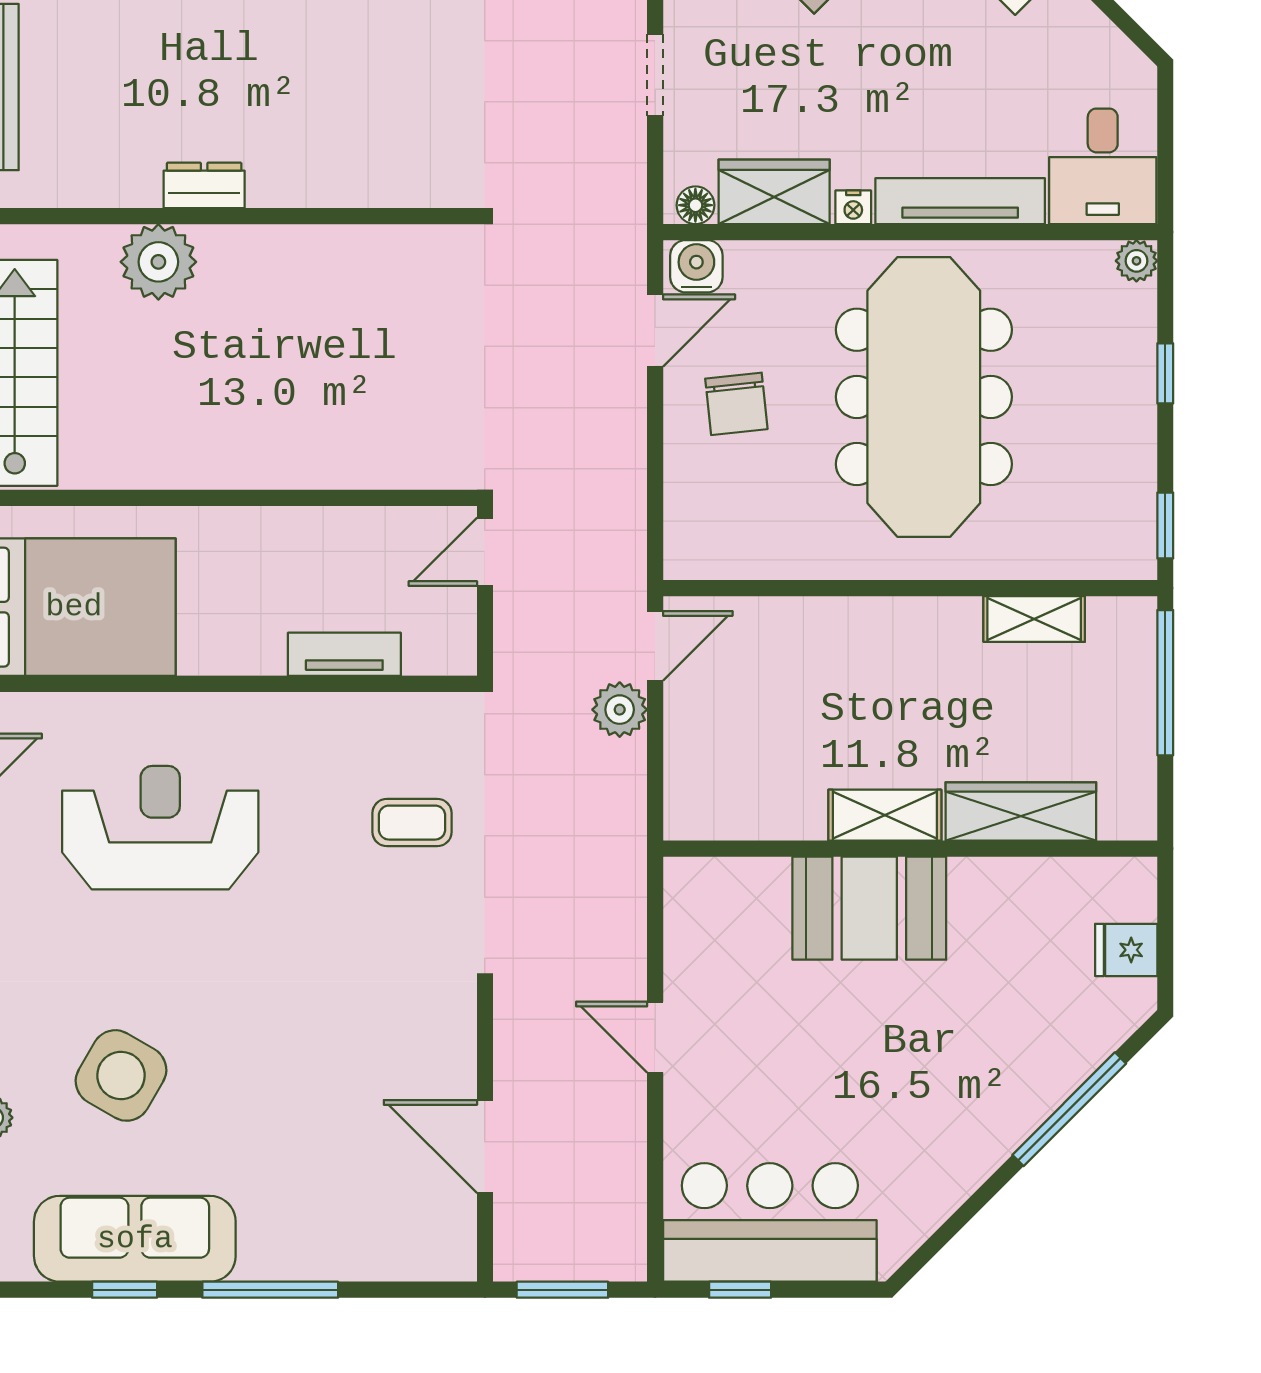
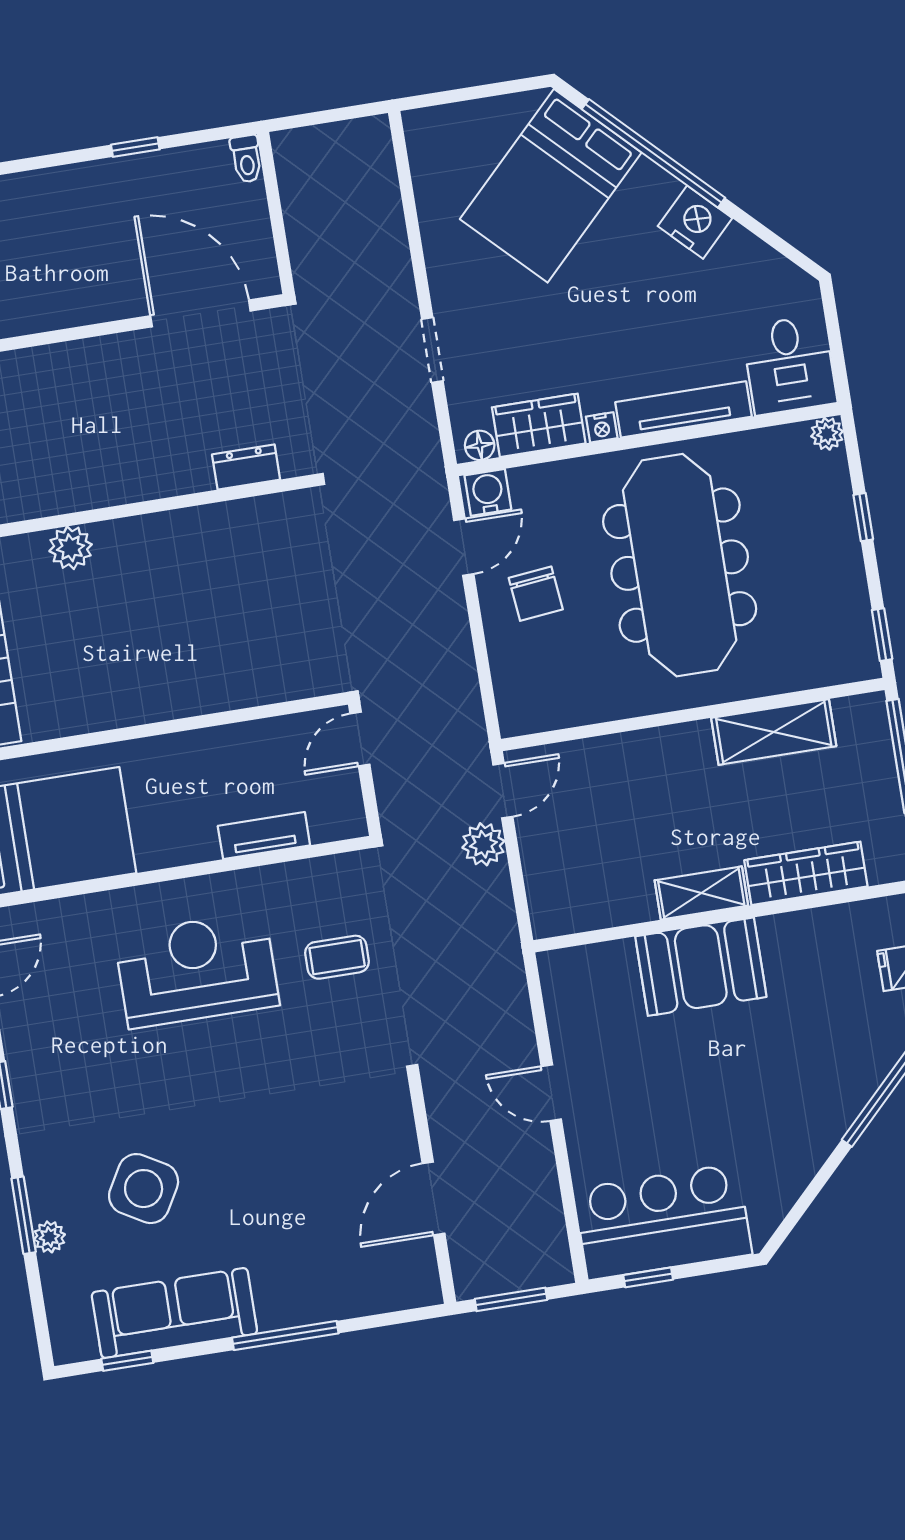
dresser: (204, 185) -> (246, 467), moved
plant: (158, 262) -> (71, 548), width x0.73, depth x0.73
shelving: (1034, 619) -> (774, 732), width x1.50, depth x1.33
reception desk: (160, 828) -> (197, 970), moved
door: (485, 1147) -> (433, 1198), hinge flipped
window: (125, 1290) -> (127, 1361), moved

